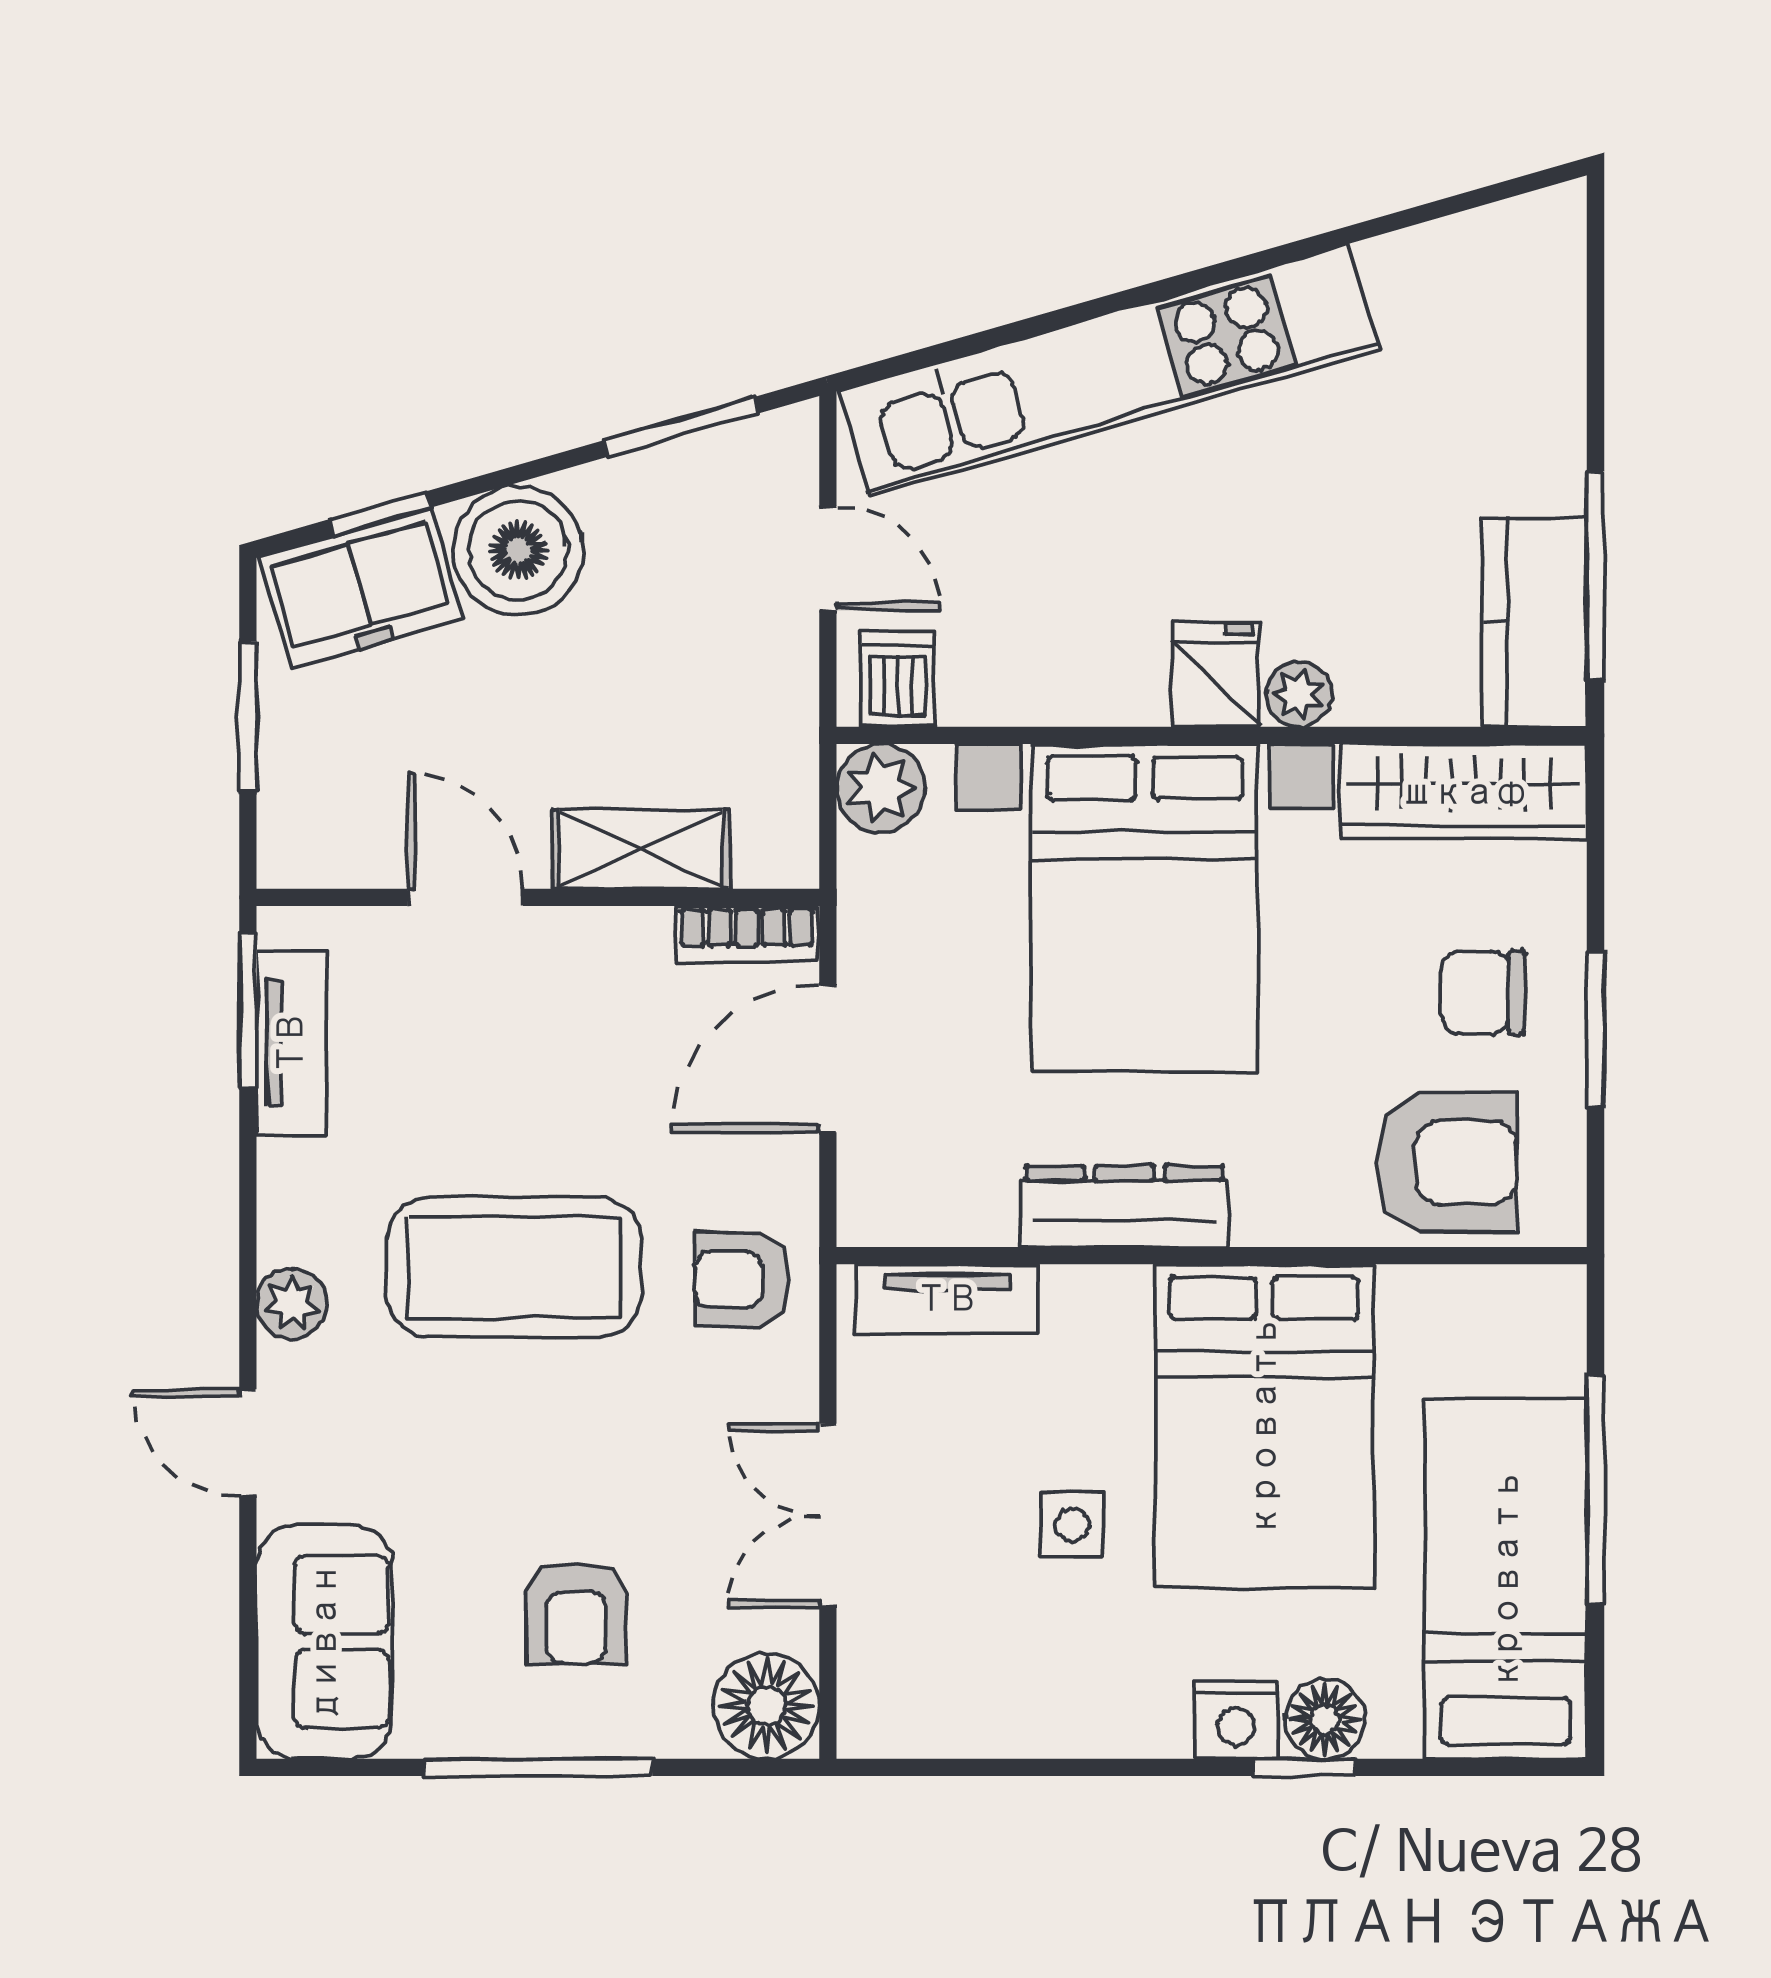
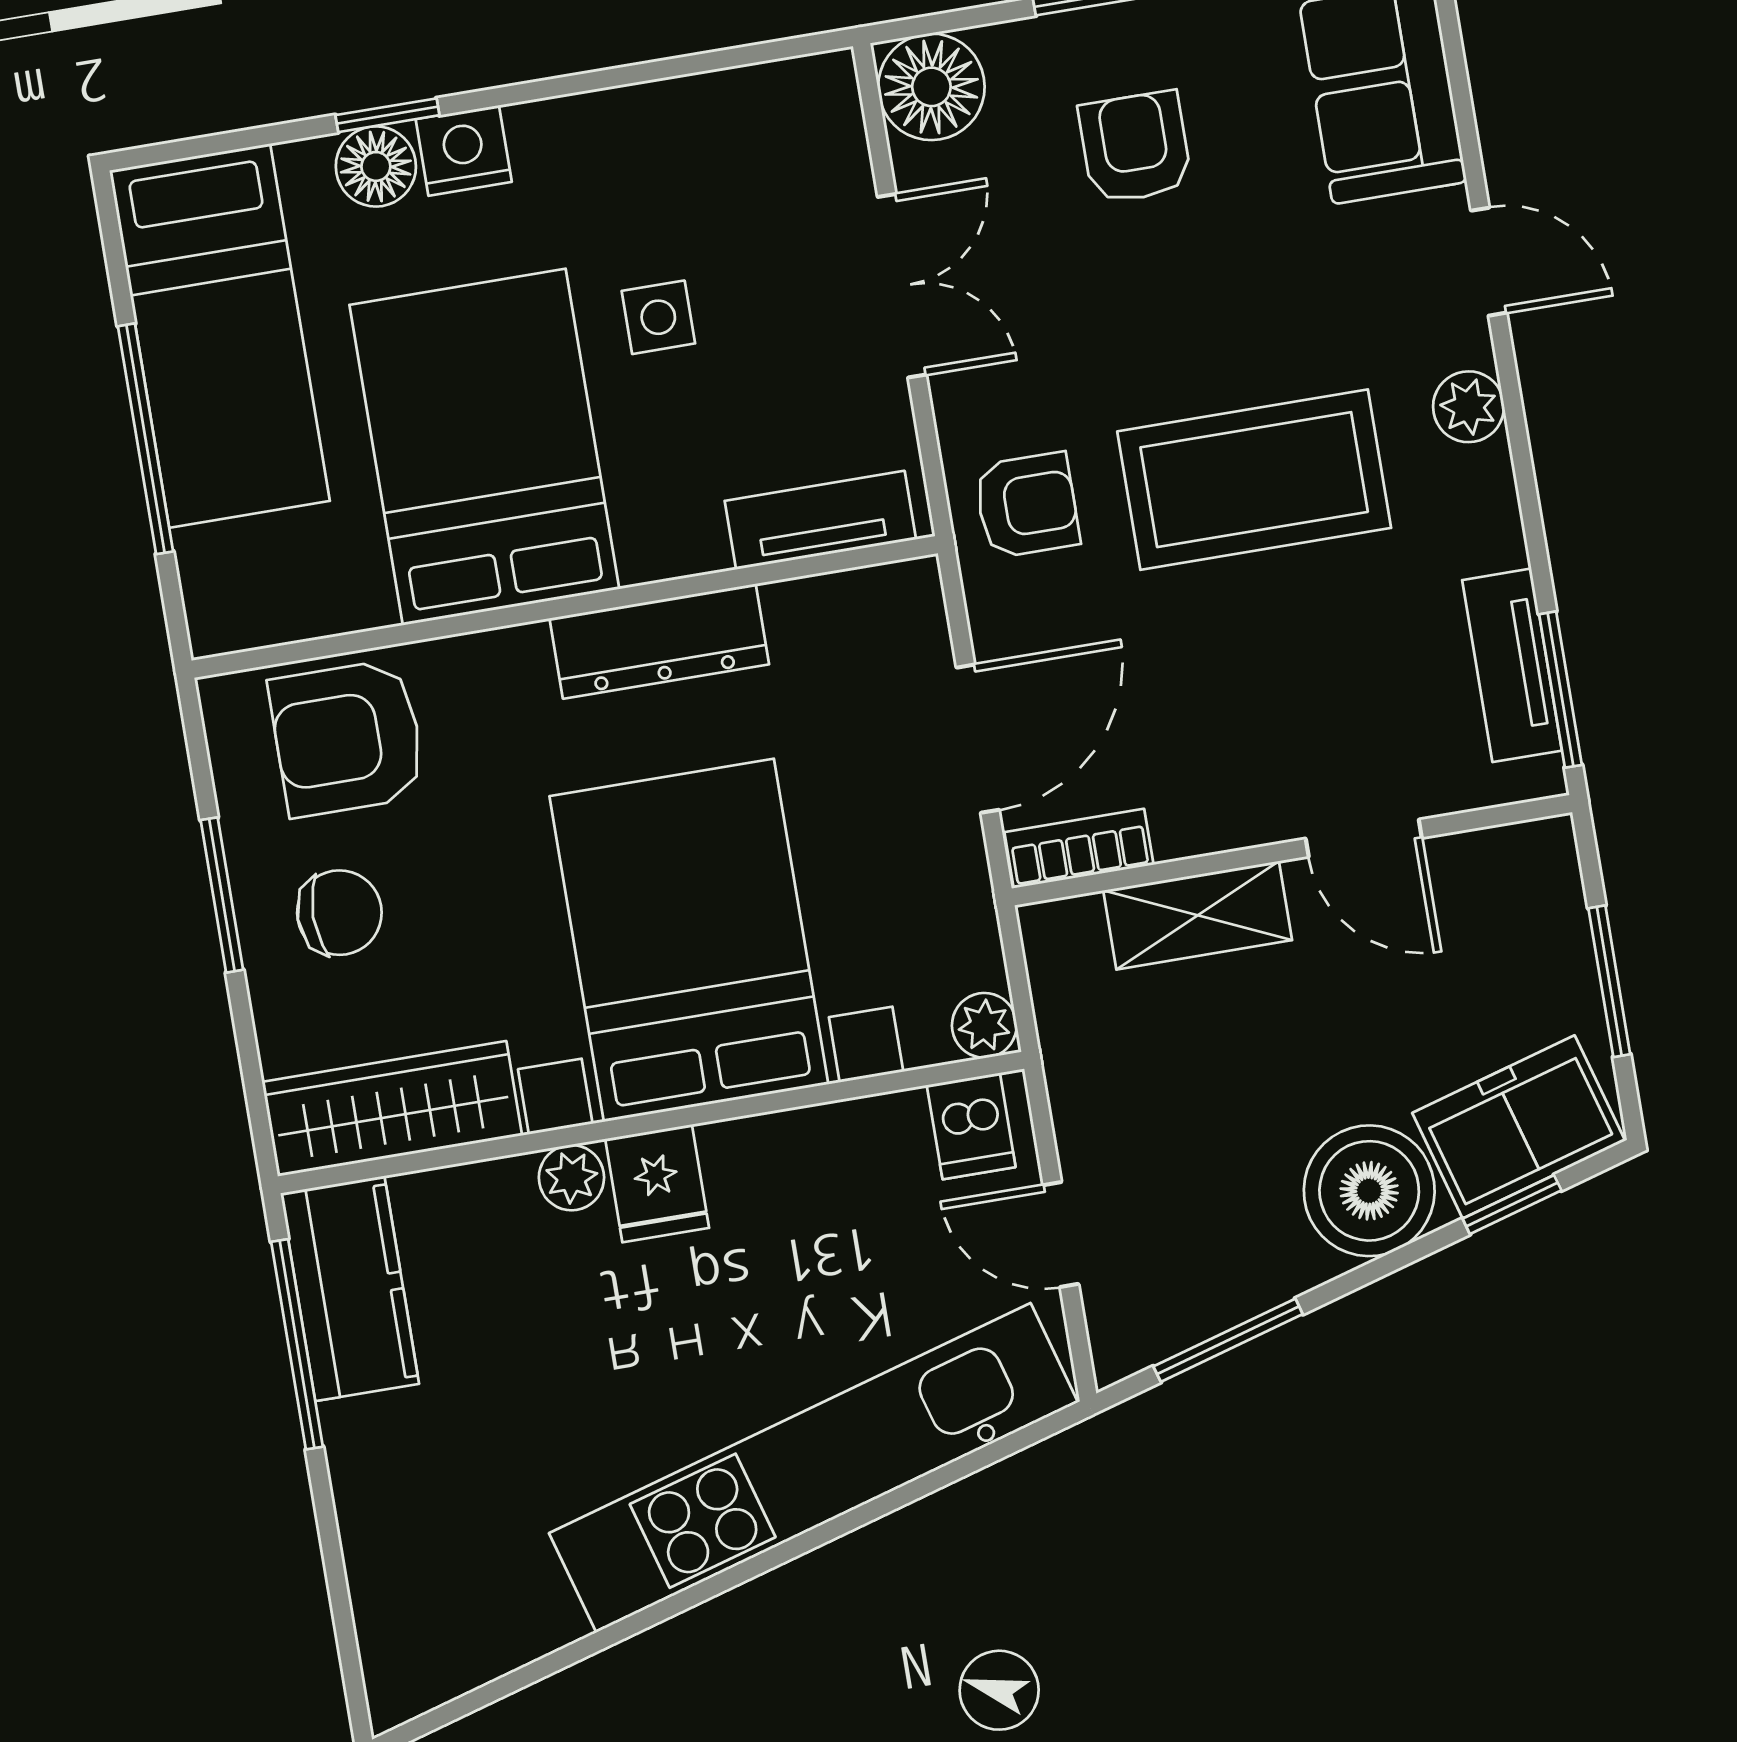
plant: (881, 788) -> (984, 1025), width x0.73, depth x0.73

